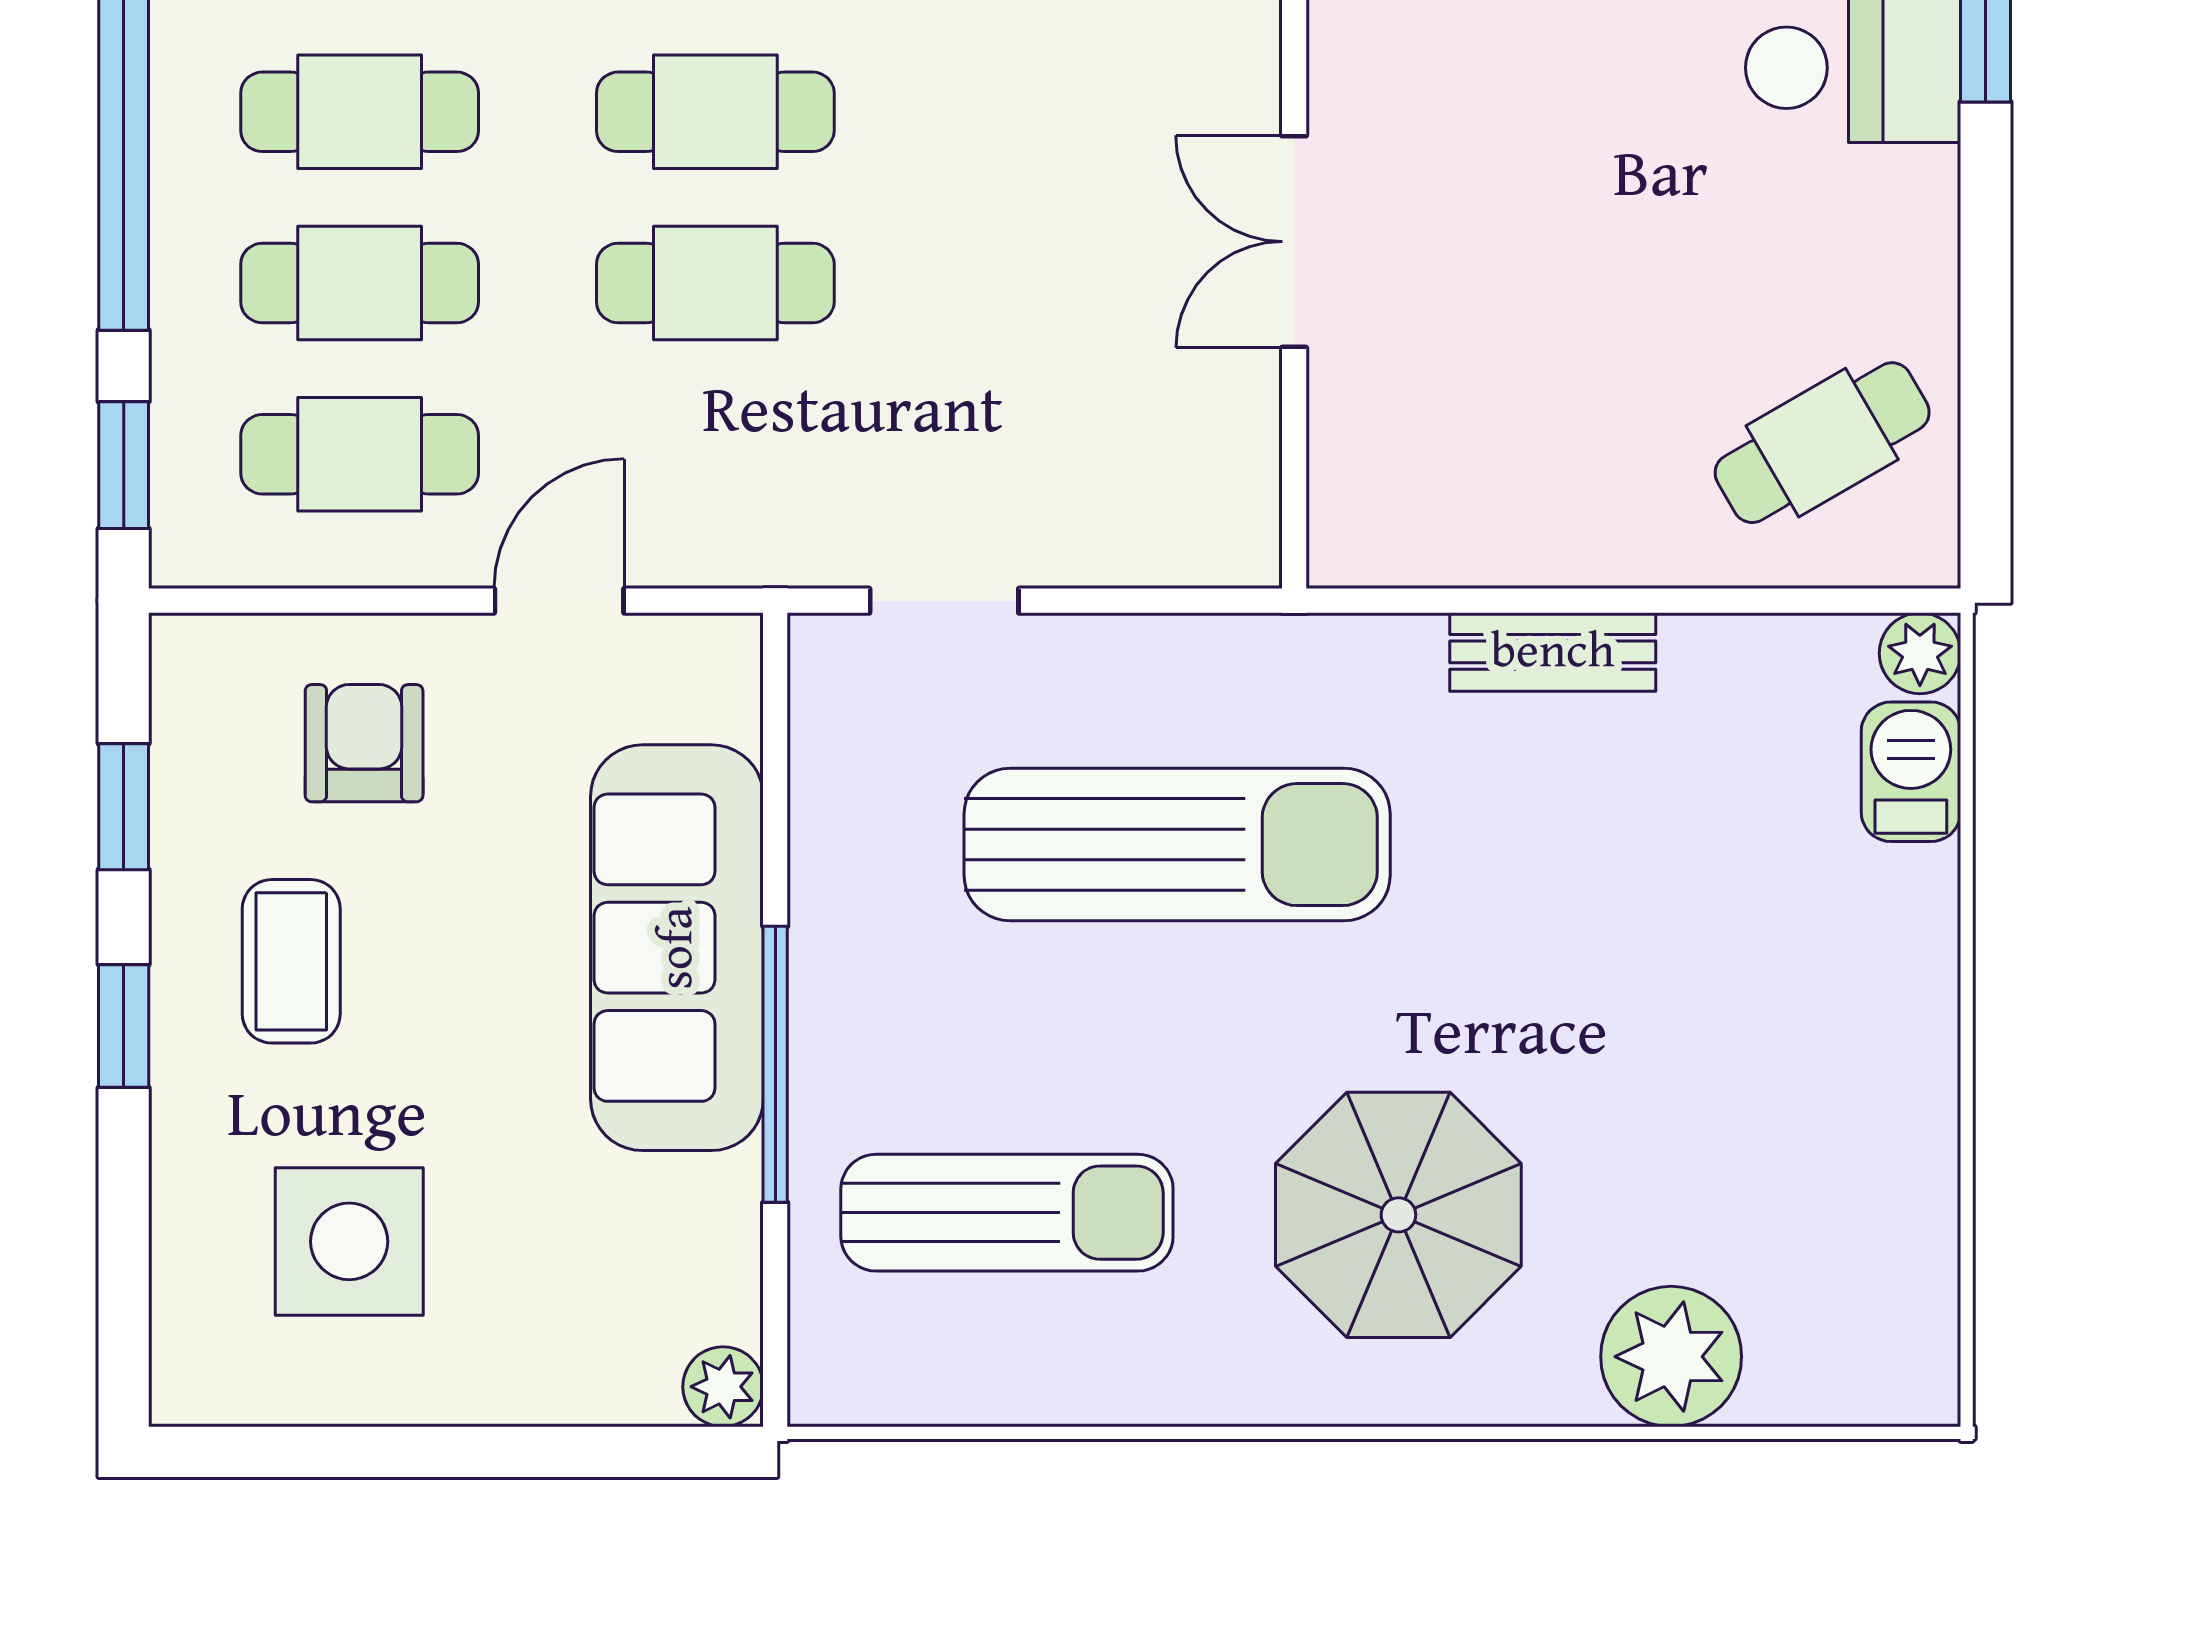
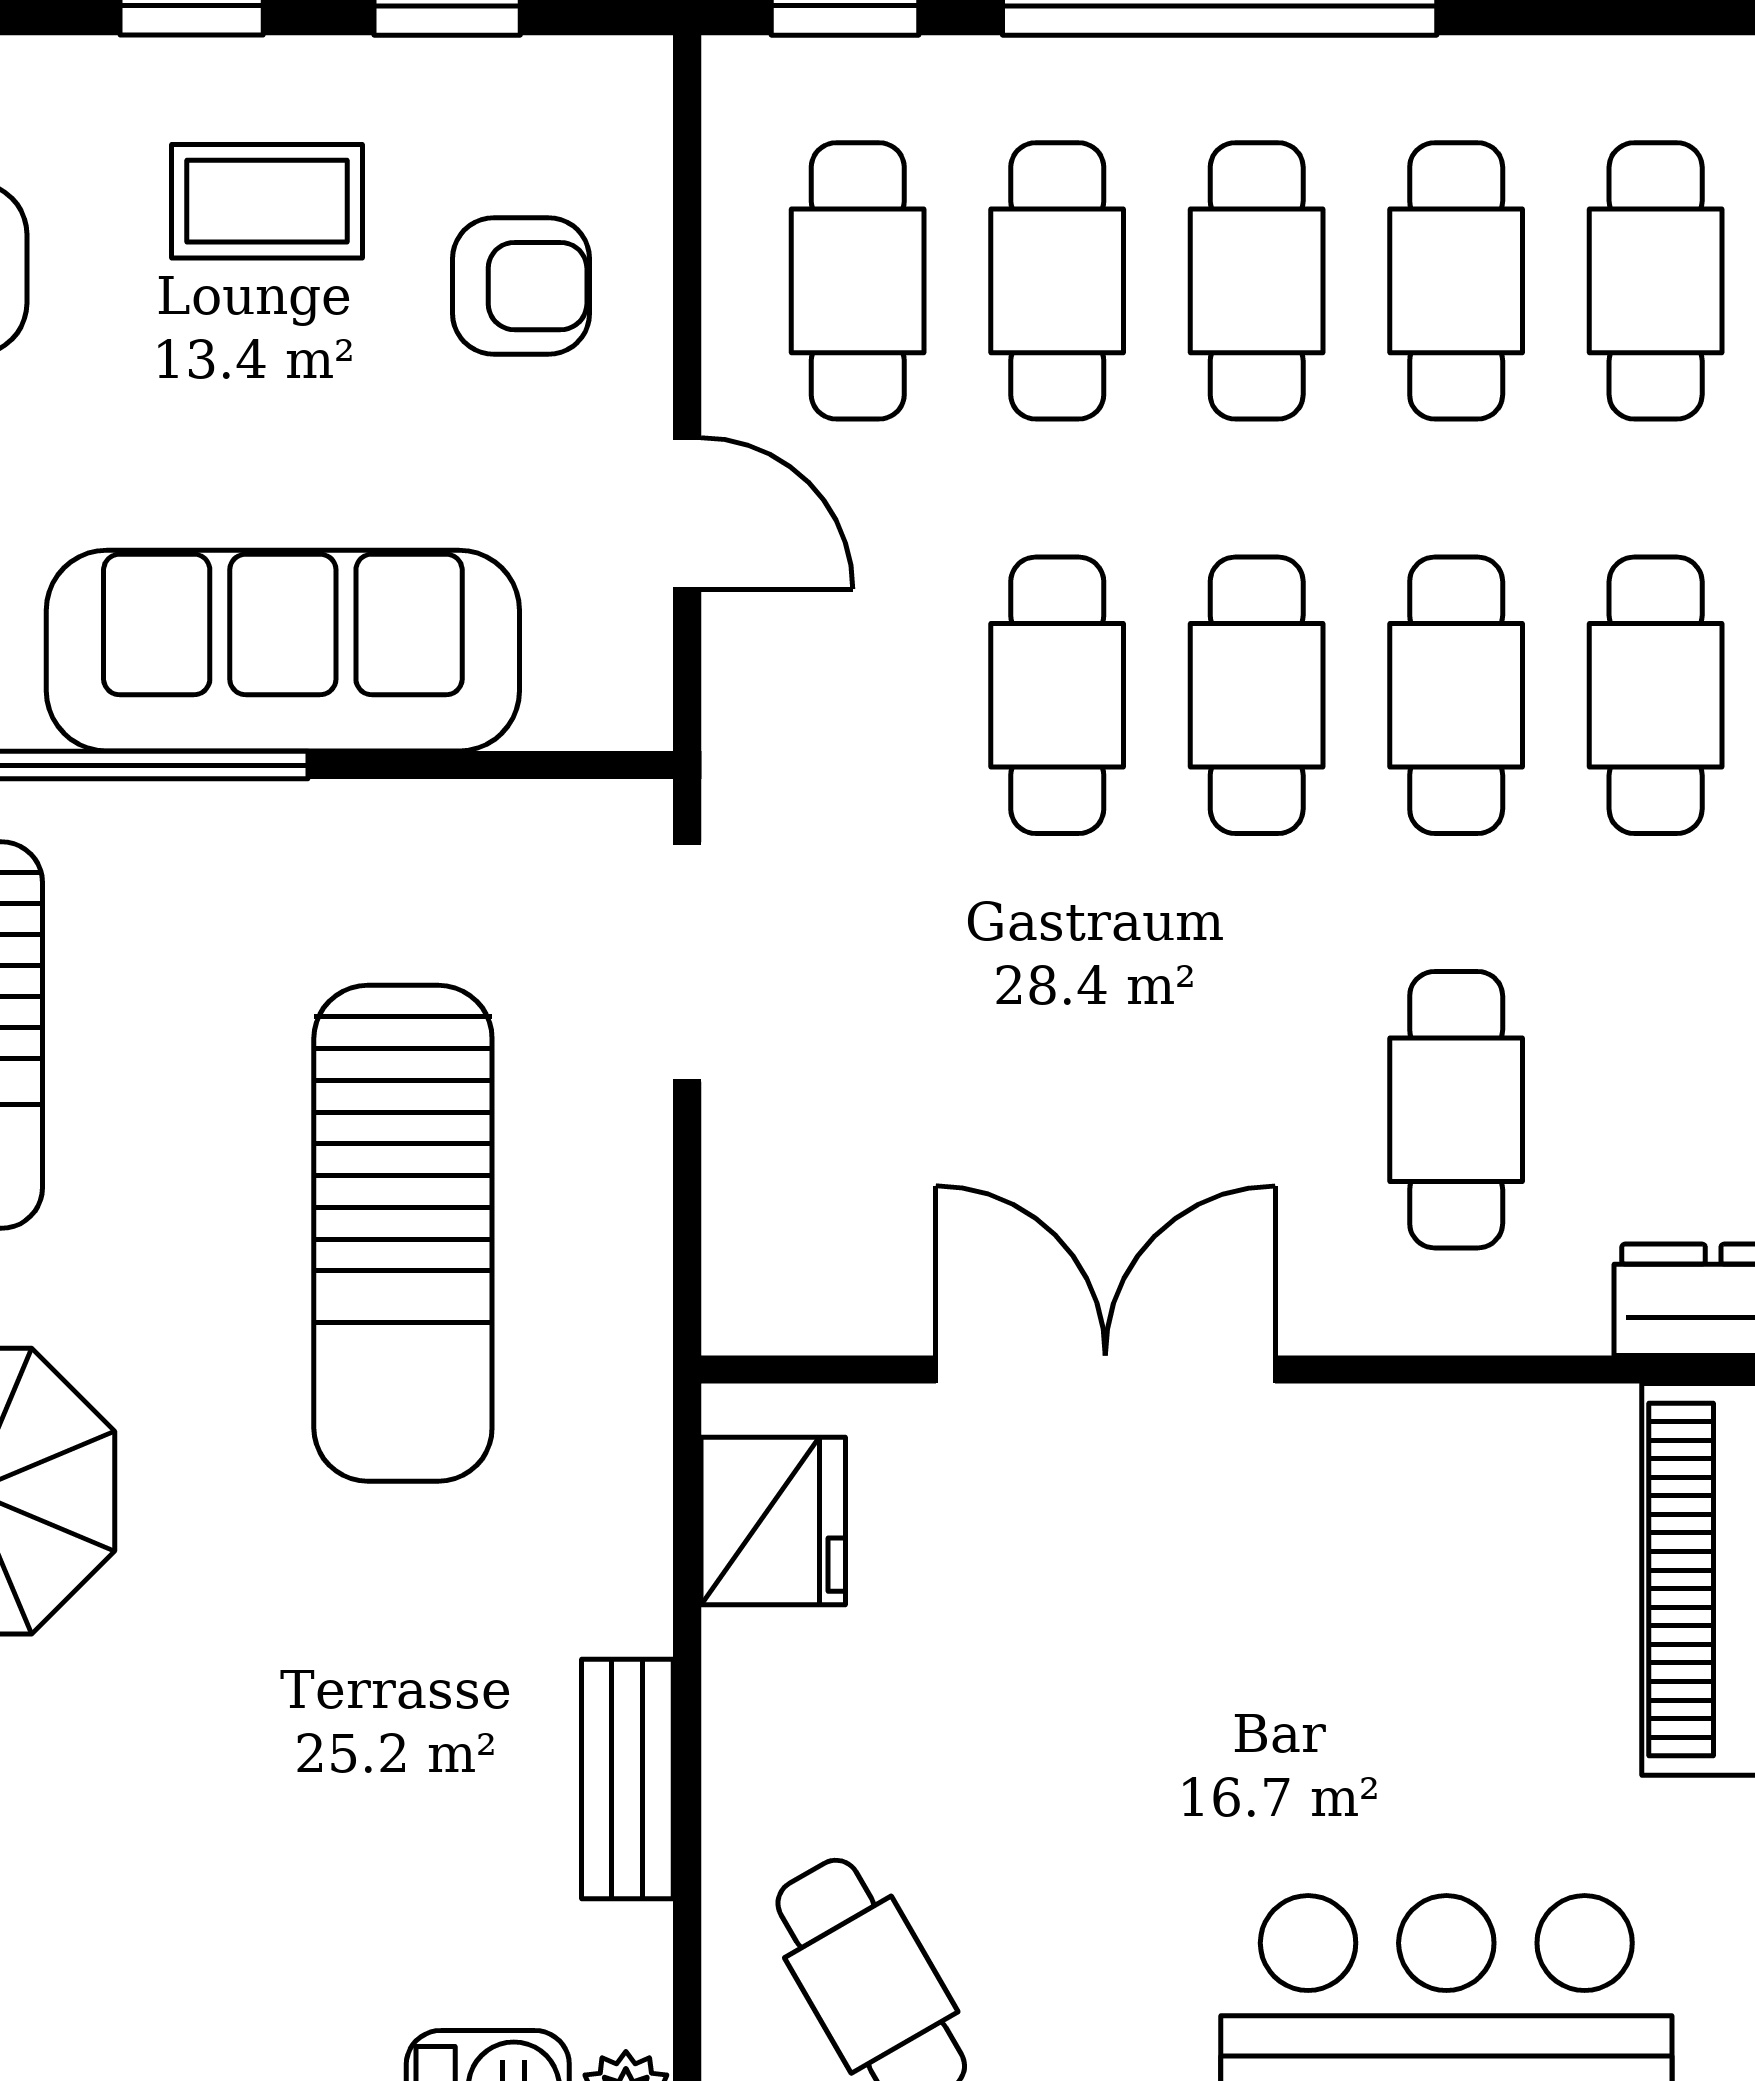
double door: (1294, 242) -> (1105, 1369), width x1.37
fridge: (1424, 527) -> (773, 1521), added
doorway: (944, 601) -> (687, 962), width x1.38
bench: (1553, 652) -> (627, 1779), moved

